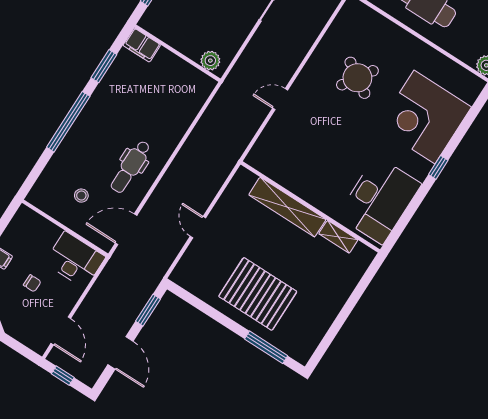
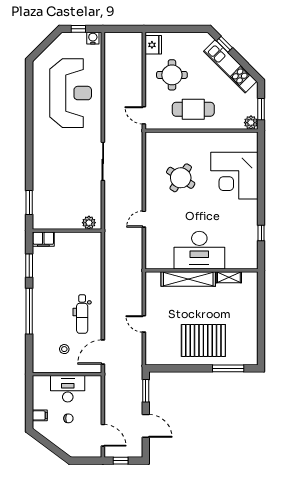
window: (438, 167) -> (261, 233), moved
desk: (379, 200) -> (199, 250), moved, turned 90
desk: (75, 260) -> (68, 389), moved

